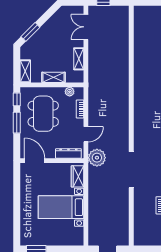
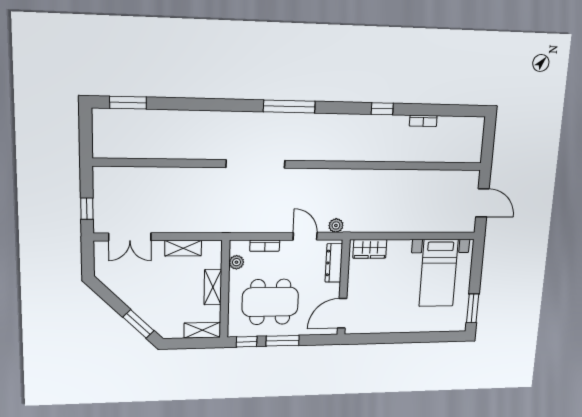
plant: (97, 158) -> (336, 225), width x0.53, depth x0.53
doorway: (131, 170) -> (255, 164), moved
bed with nightstands: (61, 207) -> (439, 273), moved

